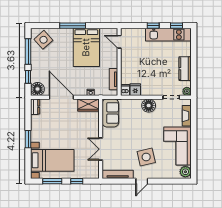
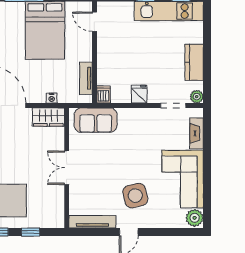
fridge: (135, 90) -> (139, 94), moved
floor lamp: (149, 106) -> (139, 118), removed
sofa: (110, 113) -> (96, 120), moved, turned 90
double door: (101, 149) -> (67, 168), moved

